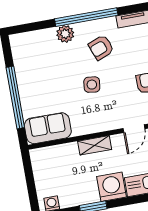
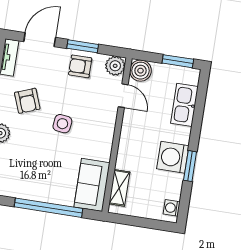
shelving: (95, 145) -> (119, 188), moved
washing machine: (112, 187) -> (173, 157), moved

